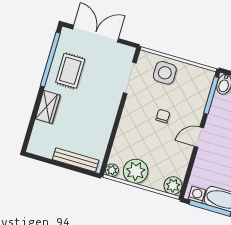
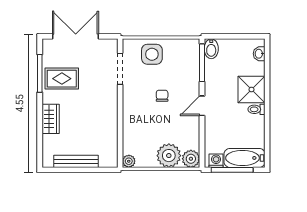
window: (50, 60) -> (40, 73), width x0.68
rug: (70, 71) -> (62, 79), turned 90
bench: (76, 160) -> (76, 161), moved
plant: (136, 171) -> (169, 156), moved

